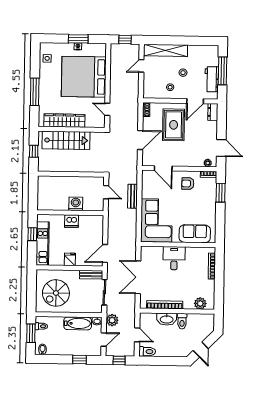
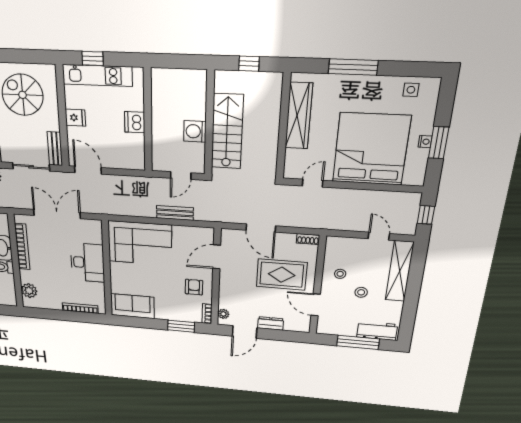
workbench: (212, 79) -> (377, 331), moved
dresser: (213, 112) -> (271, 323), moved
stairs: (66, 140) -> (227, 132), moved, turned 180
washing machine: (76, 204) -> (195, 131), moved, turned 180
window: (32, 234) -> (93, 58), moved
sofa: (195, 234) -> (132, 306), moved, turned -90
desk: (174, 258) -> (87, 263), width x1.37

